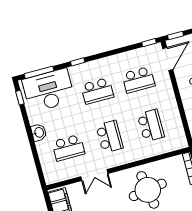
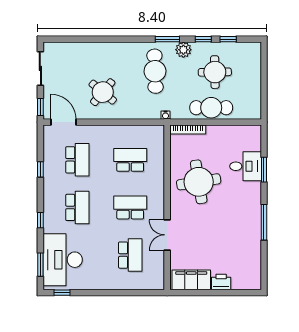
window: (149, 43) -> (40, 169), moved
window: (39, 72) -> (40, 265), width x0.69
washbasin: (39, 133) -> (105, 282), removed
double door: (94, 175) -> (167, 235), swing flipped

